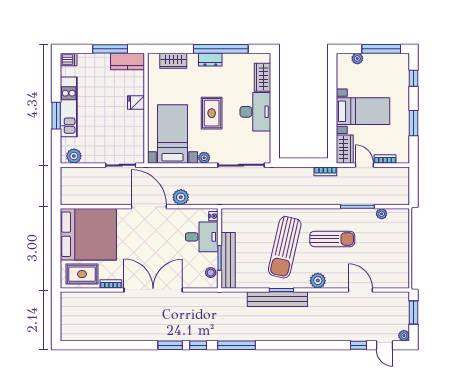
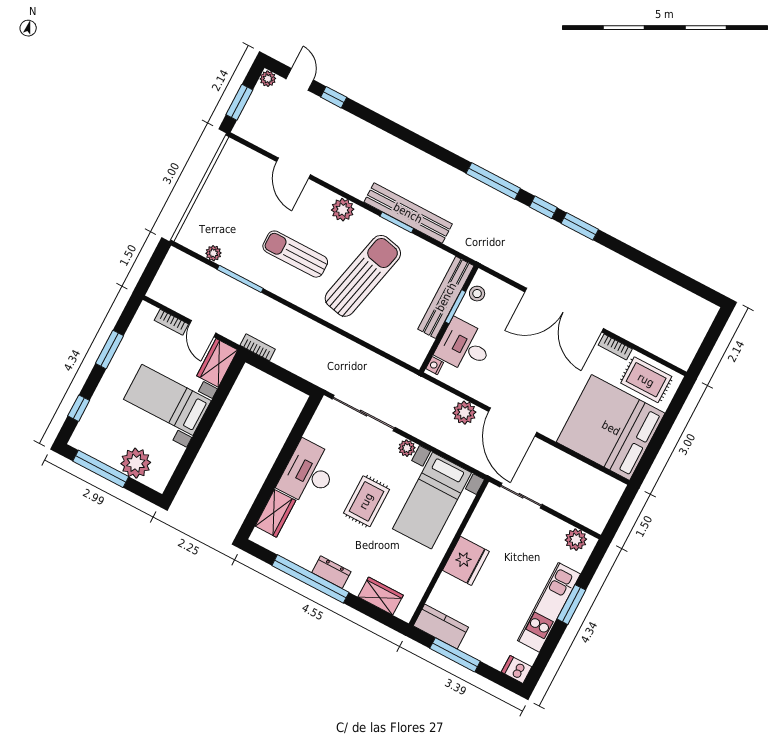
plant: (357, 59) -> (136, 463), width x1.88, depth x1.88
fridge: (136, 102) -> (466, 561), width x1.88, depth x1.34

